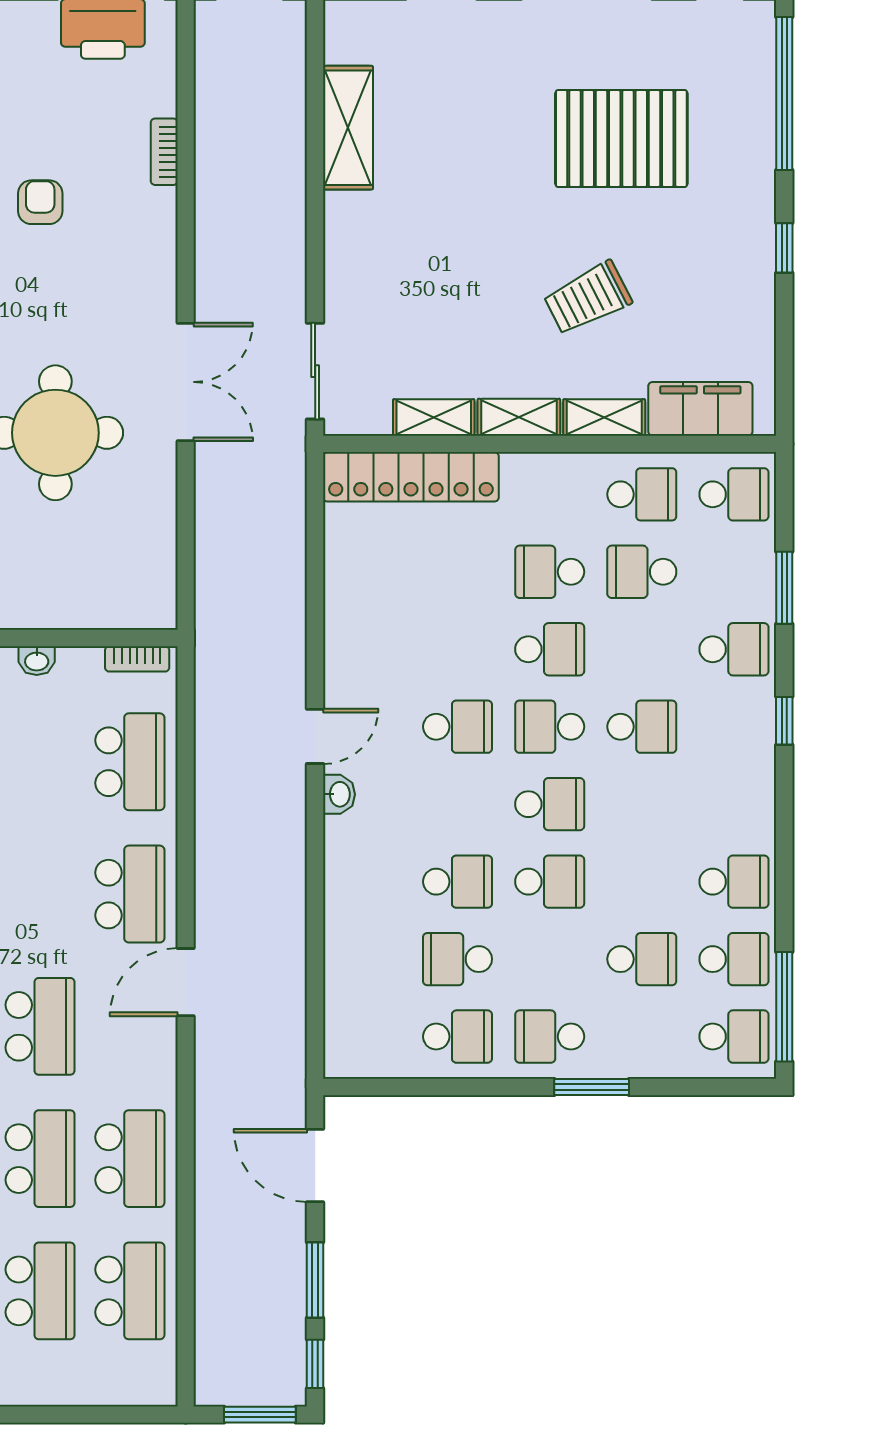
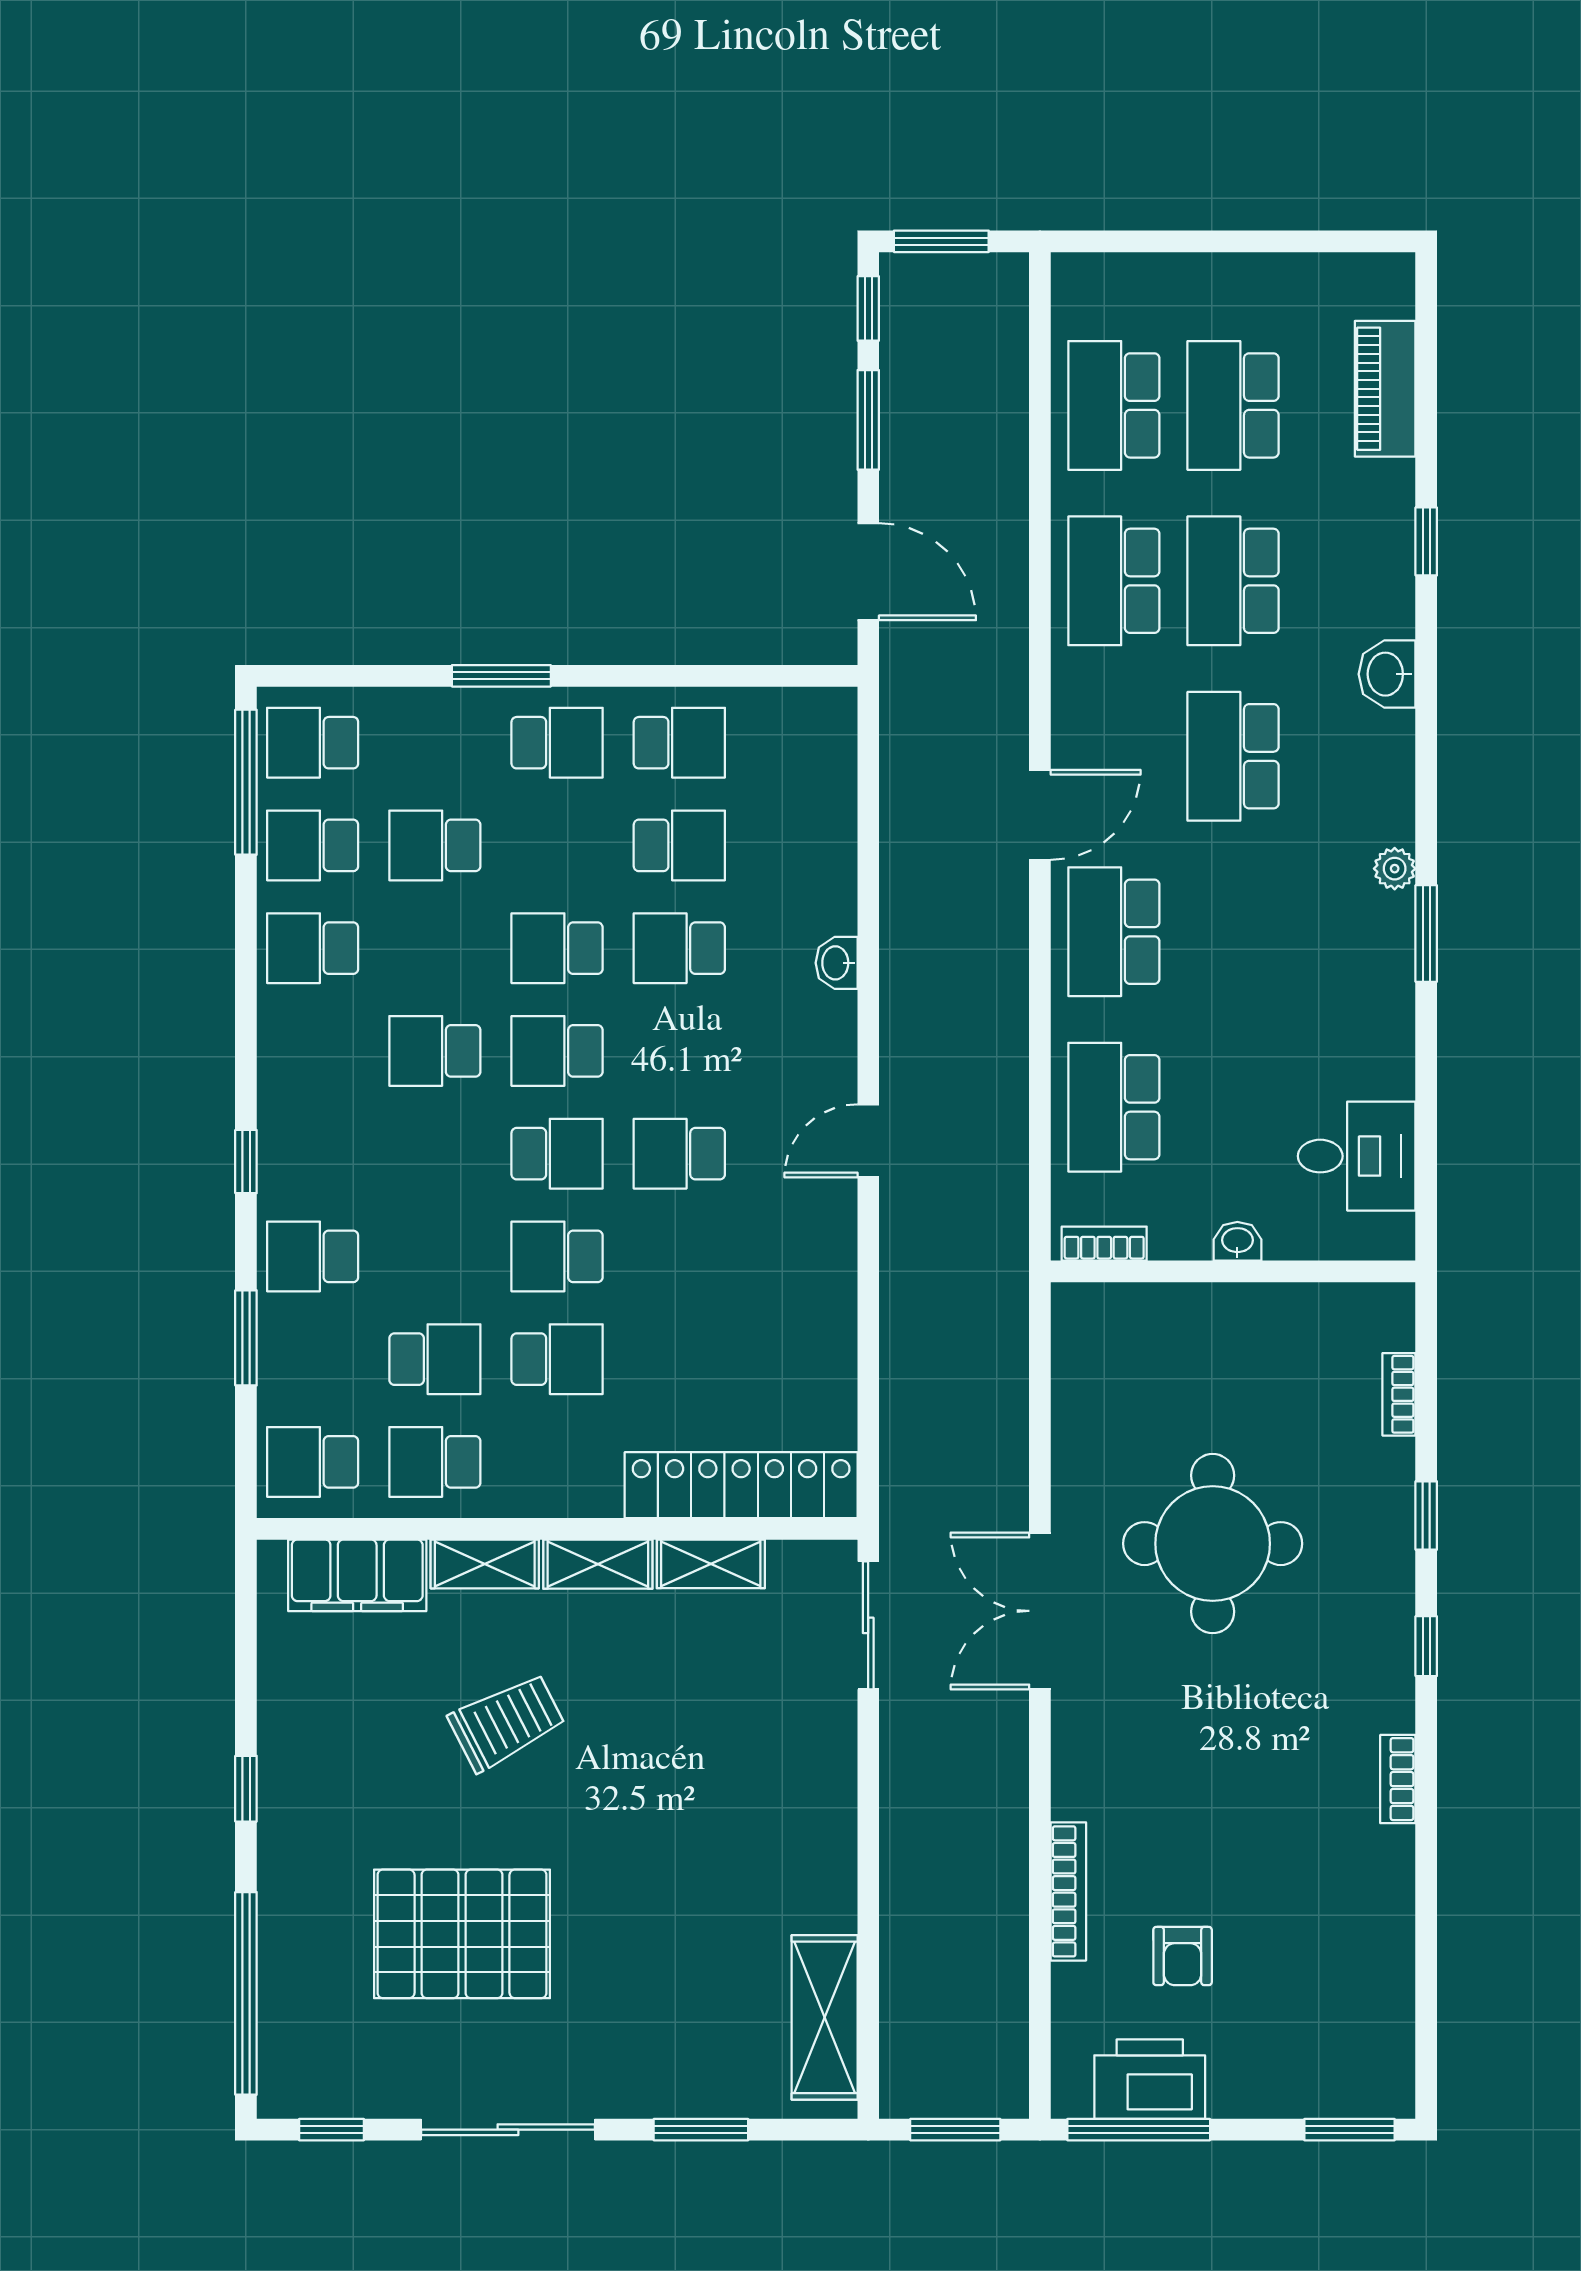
shelving: (348, 128) -> (825, 2017), moved
bookcase: (164, 152) -> (1068, 1891), width x1.56
armchair: (40, 202) -> (1183, 1956), moved
school desk: (642, 727) -> (435, 1051), moved
washbasin: (339, 794) -> (837, 963), moved
school desk: (458, 1037) -> (679, 743), turned 180

